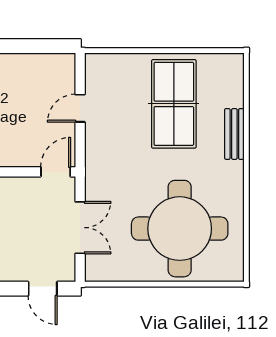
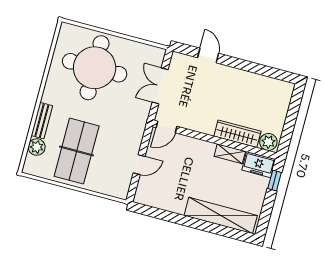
plant: (232, 95) -> (37, 147), added
door: (43, 289) -> (208, 55), moved

